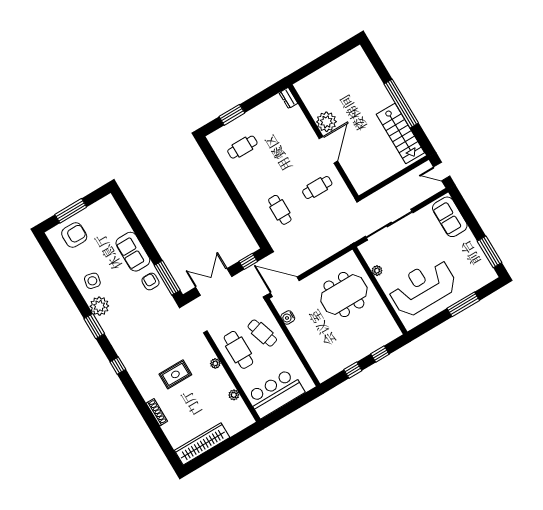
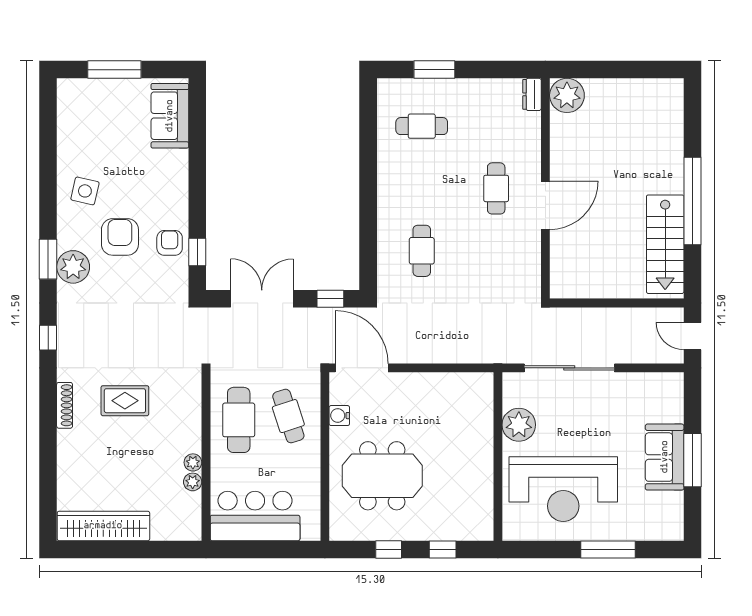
plant: (326, 122) -> (567, 95), moved
cafe table: (317, 188) -> (496, 188), moved, turned 90
sofa: (450, 217) -> (665, 457), moved
armchair: (74, 235) -> (120, 237), moved, turned -90
sofa: (133, 252) -> (170, 116), moved
window: (490, 252) -> (692, 460), moved
plant: (377, 271) -> (519, 425), width x1.88, depth x1.88
window: (167, 278) -> (197, 252), width x0.46
reception desk: (423, 287) -> (563, 489), turned 180
meeting table: (344, 295) -> (382, 476), moved
plant: (99, 306) -> (73, 267), moved
plant: (215, 363) -> (193, 462), moved
shoe rack: (157, 412) -> (65, 405), moved

